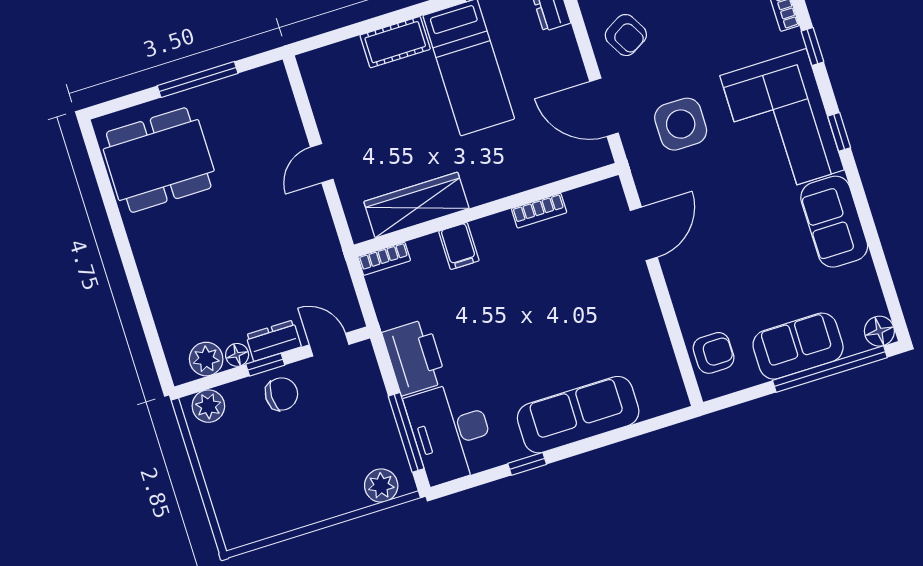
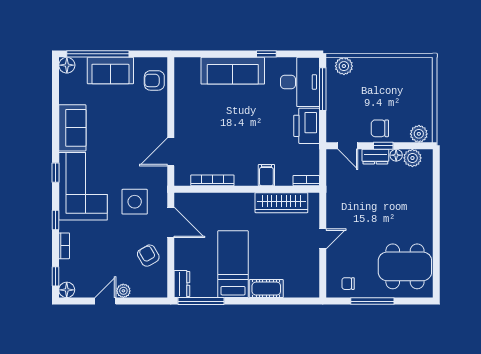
chair: (251, 97) -> (348, 284), added
bookcase: (539, 211) -> (212, 180), width x1.56

